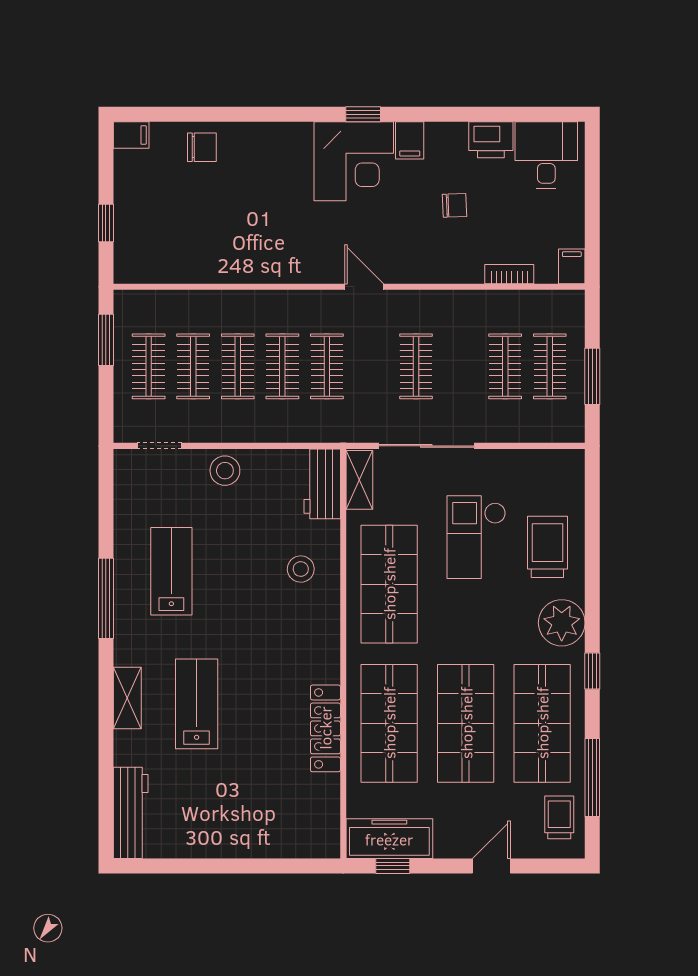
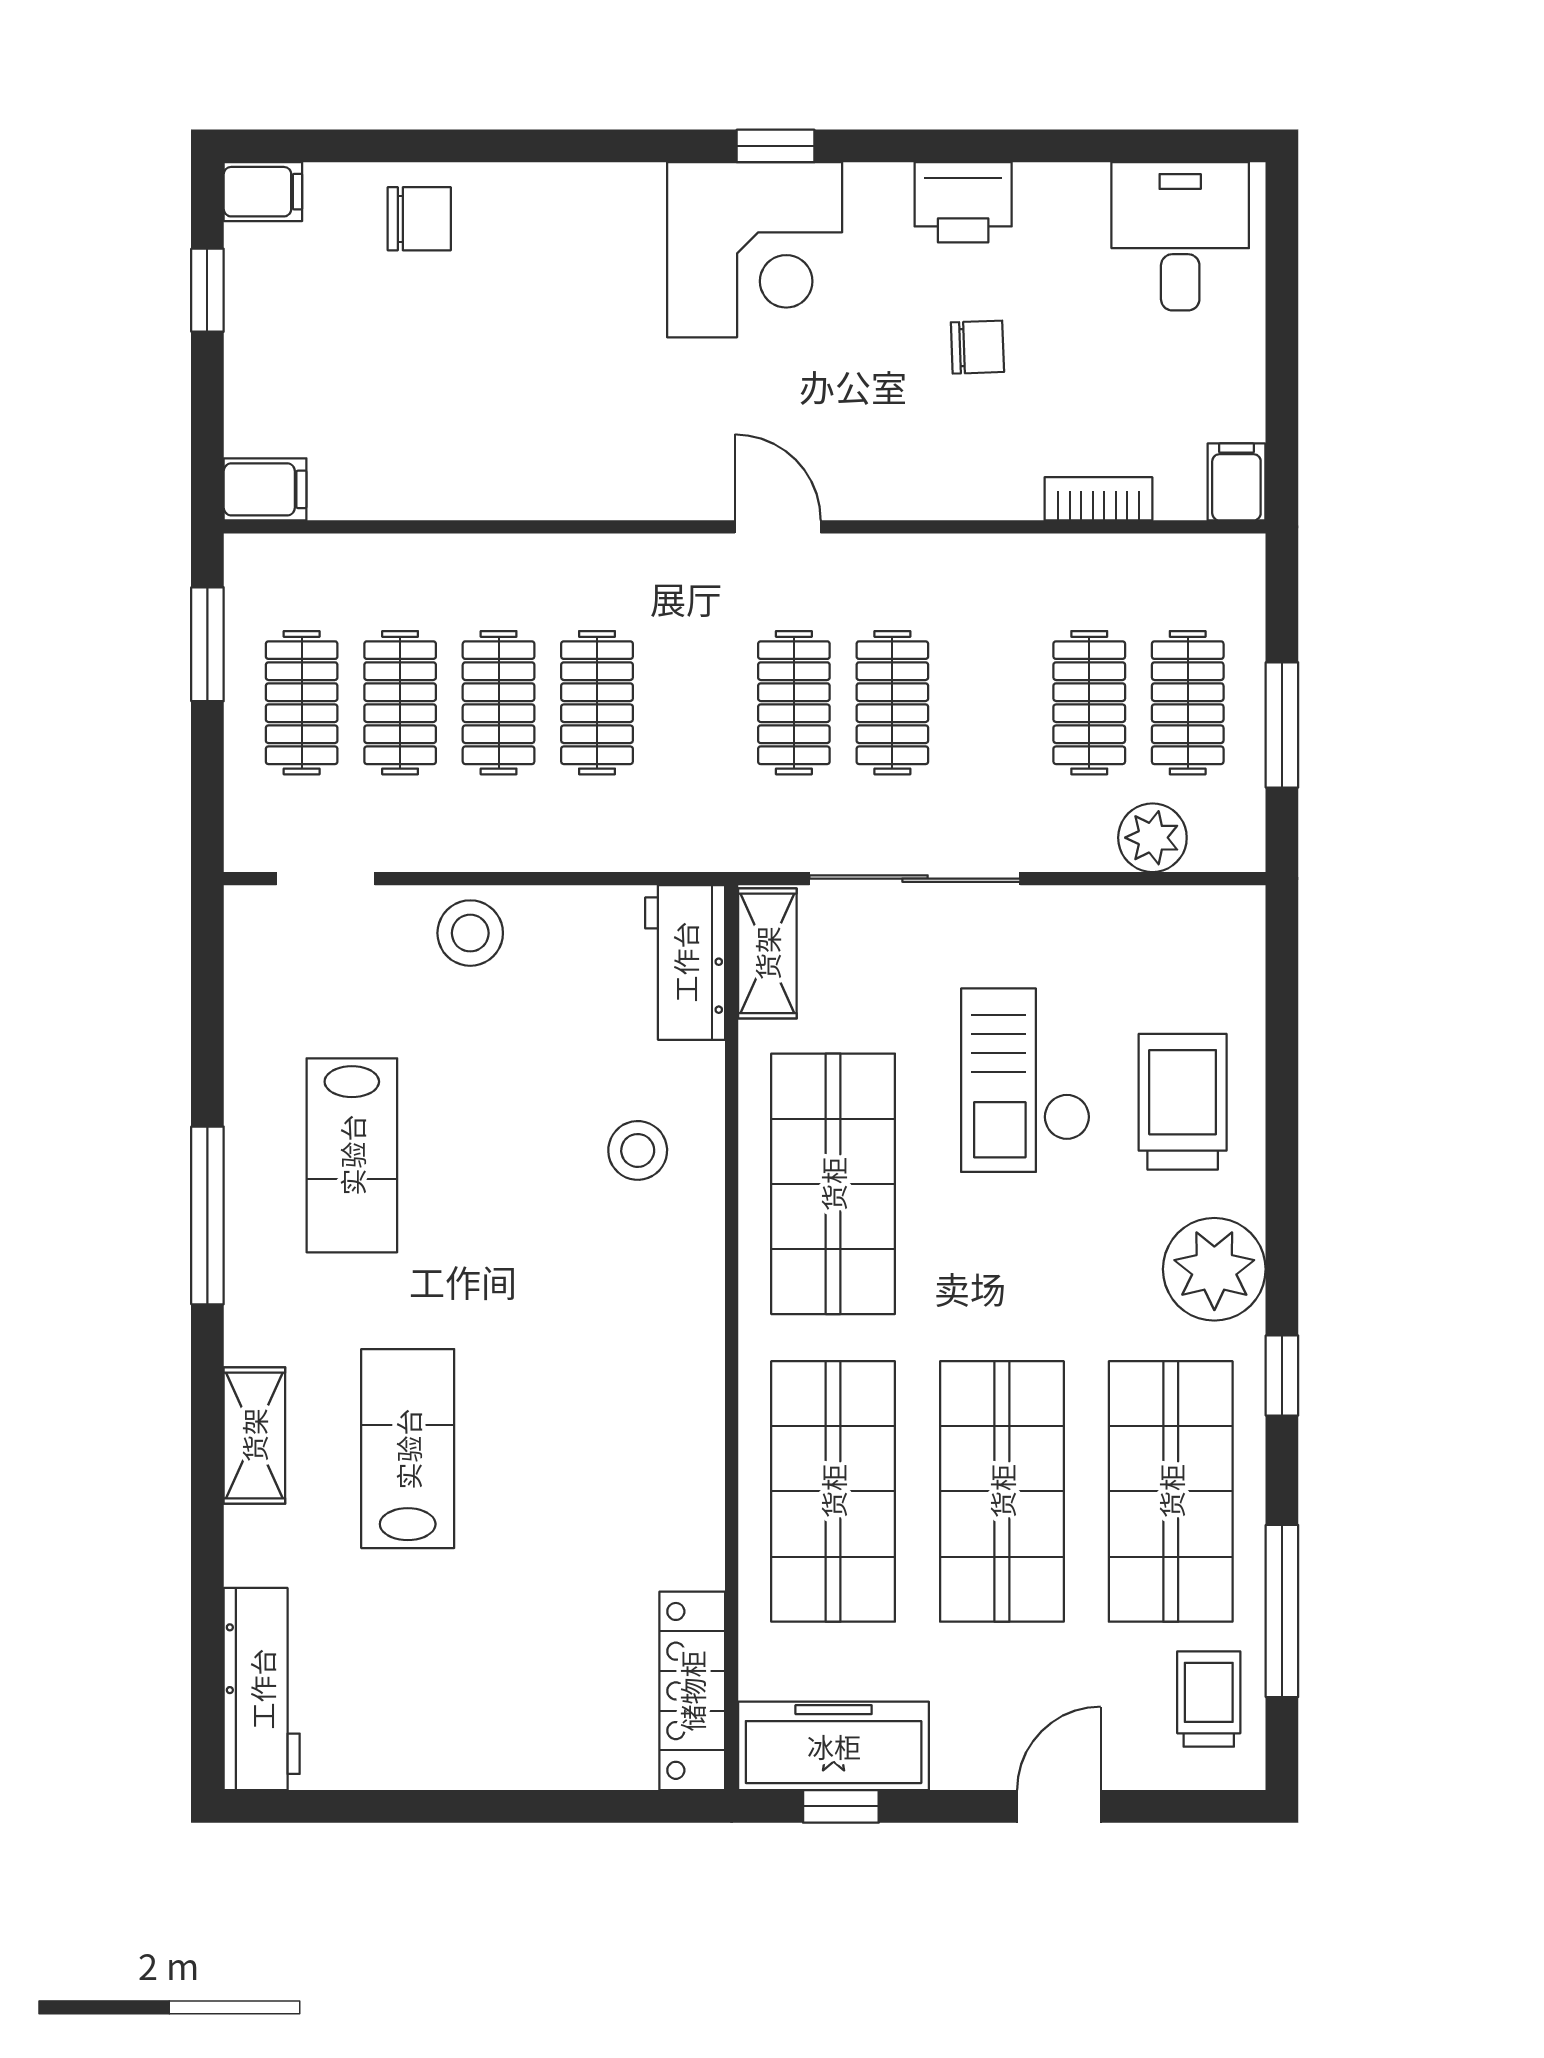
filing cabinet: (410, 140) -> (265, 489), moved, turned -90
printer: (491, 140) -> (963, 202), moved
window: (106, 223) -> (207, 290), moved
clothes rail: (327, 366) -> (794, 703), moved
plant: (534, 427) -> (1152, 838), added
lab bench: (171, 571) -> (352, 1155), turned 180
locker: (325, 728) -> (692, 1691), moved

